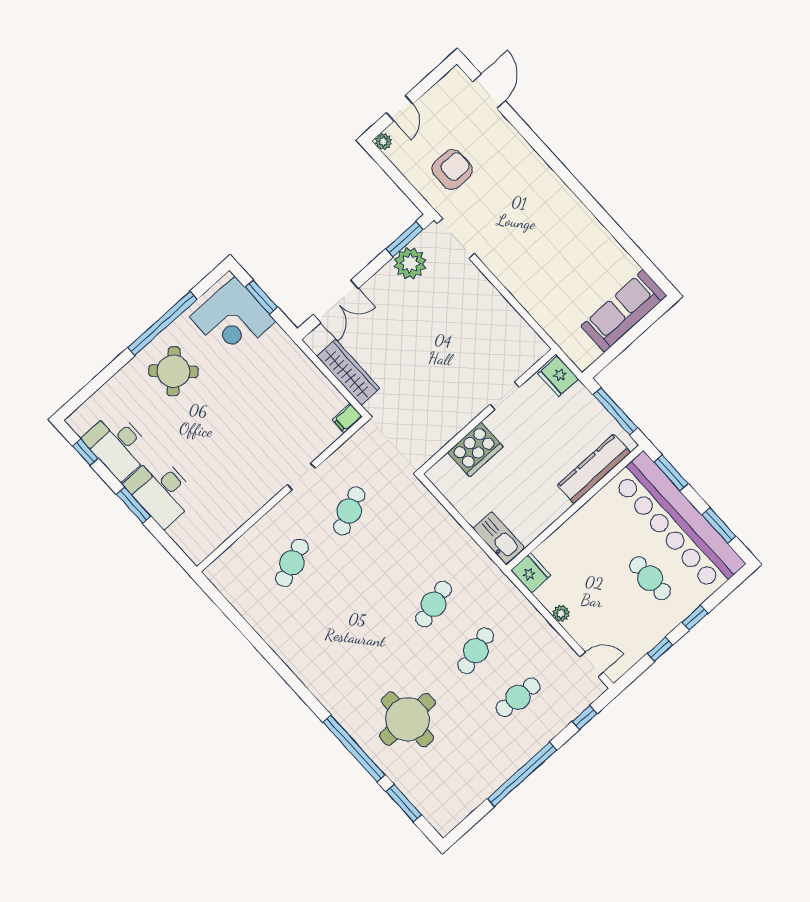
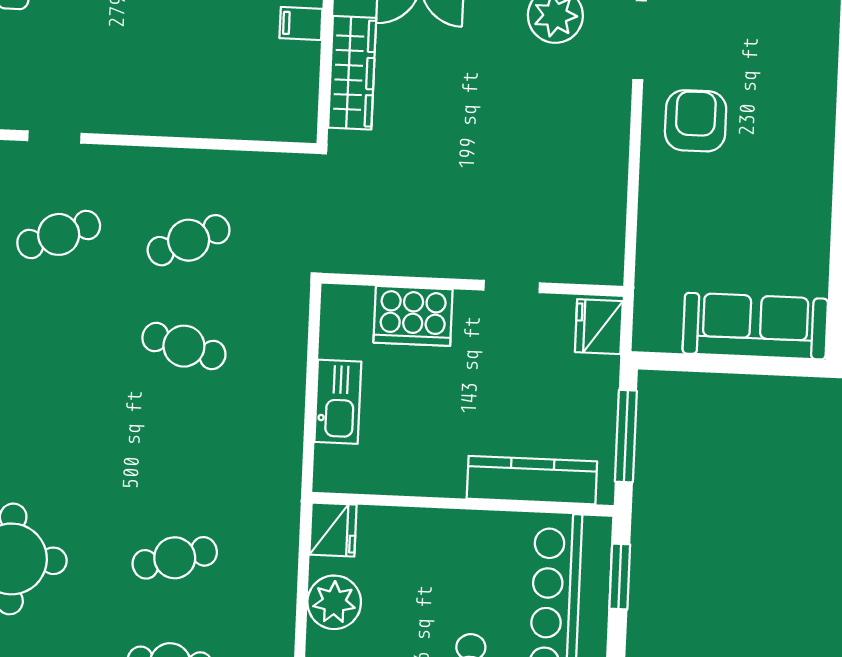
armchair: (513, 249) -> (696, 121), added
filing cabinet: (347, 418) -> (301, 24), moved
doorway: (301, 476) -> (54, 137), moved
kitchen sink: (499, 538) -> (338, 402), moved
cafe table: (434, 604) -> (184, 346), moved, turned 30
plant: (561, 613) -> (334, 602), width x1.87, depth x1.87

